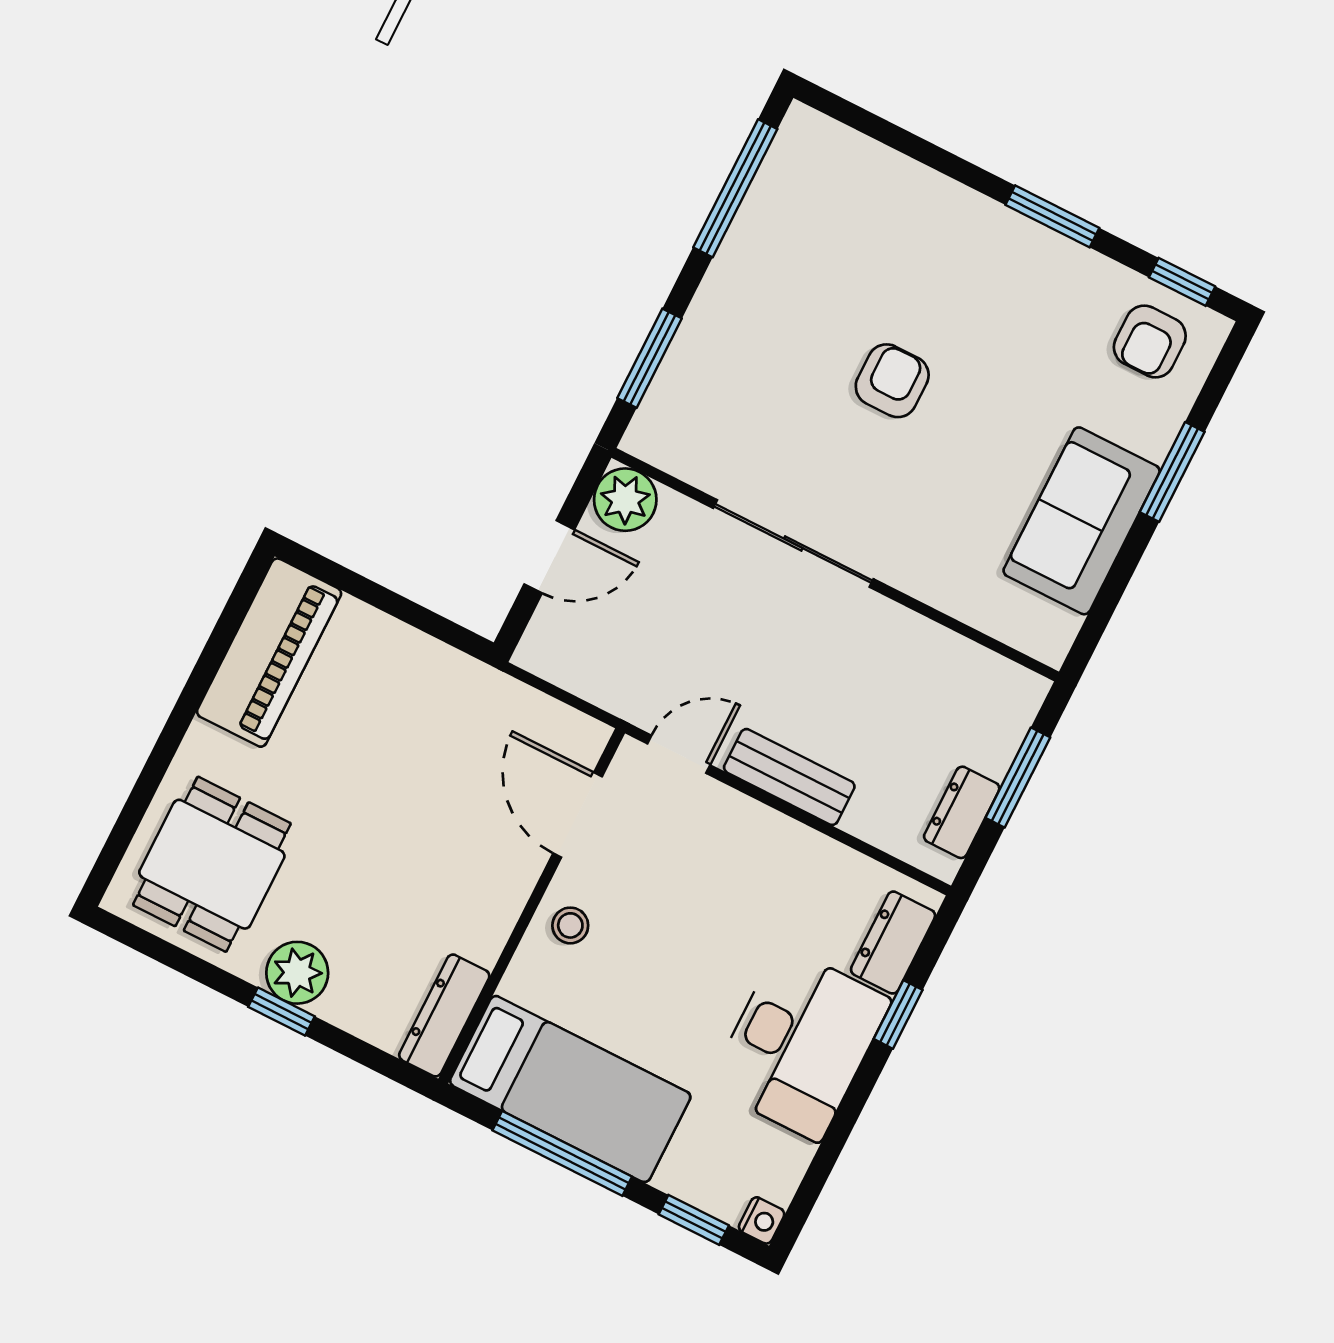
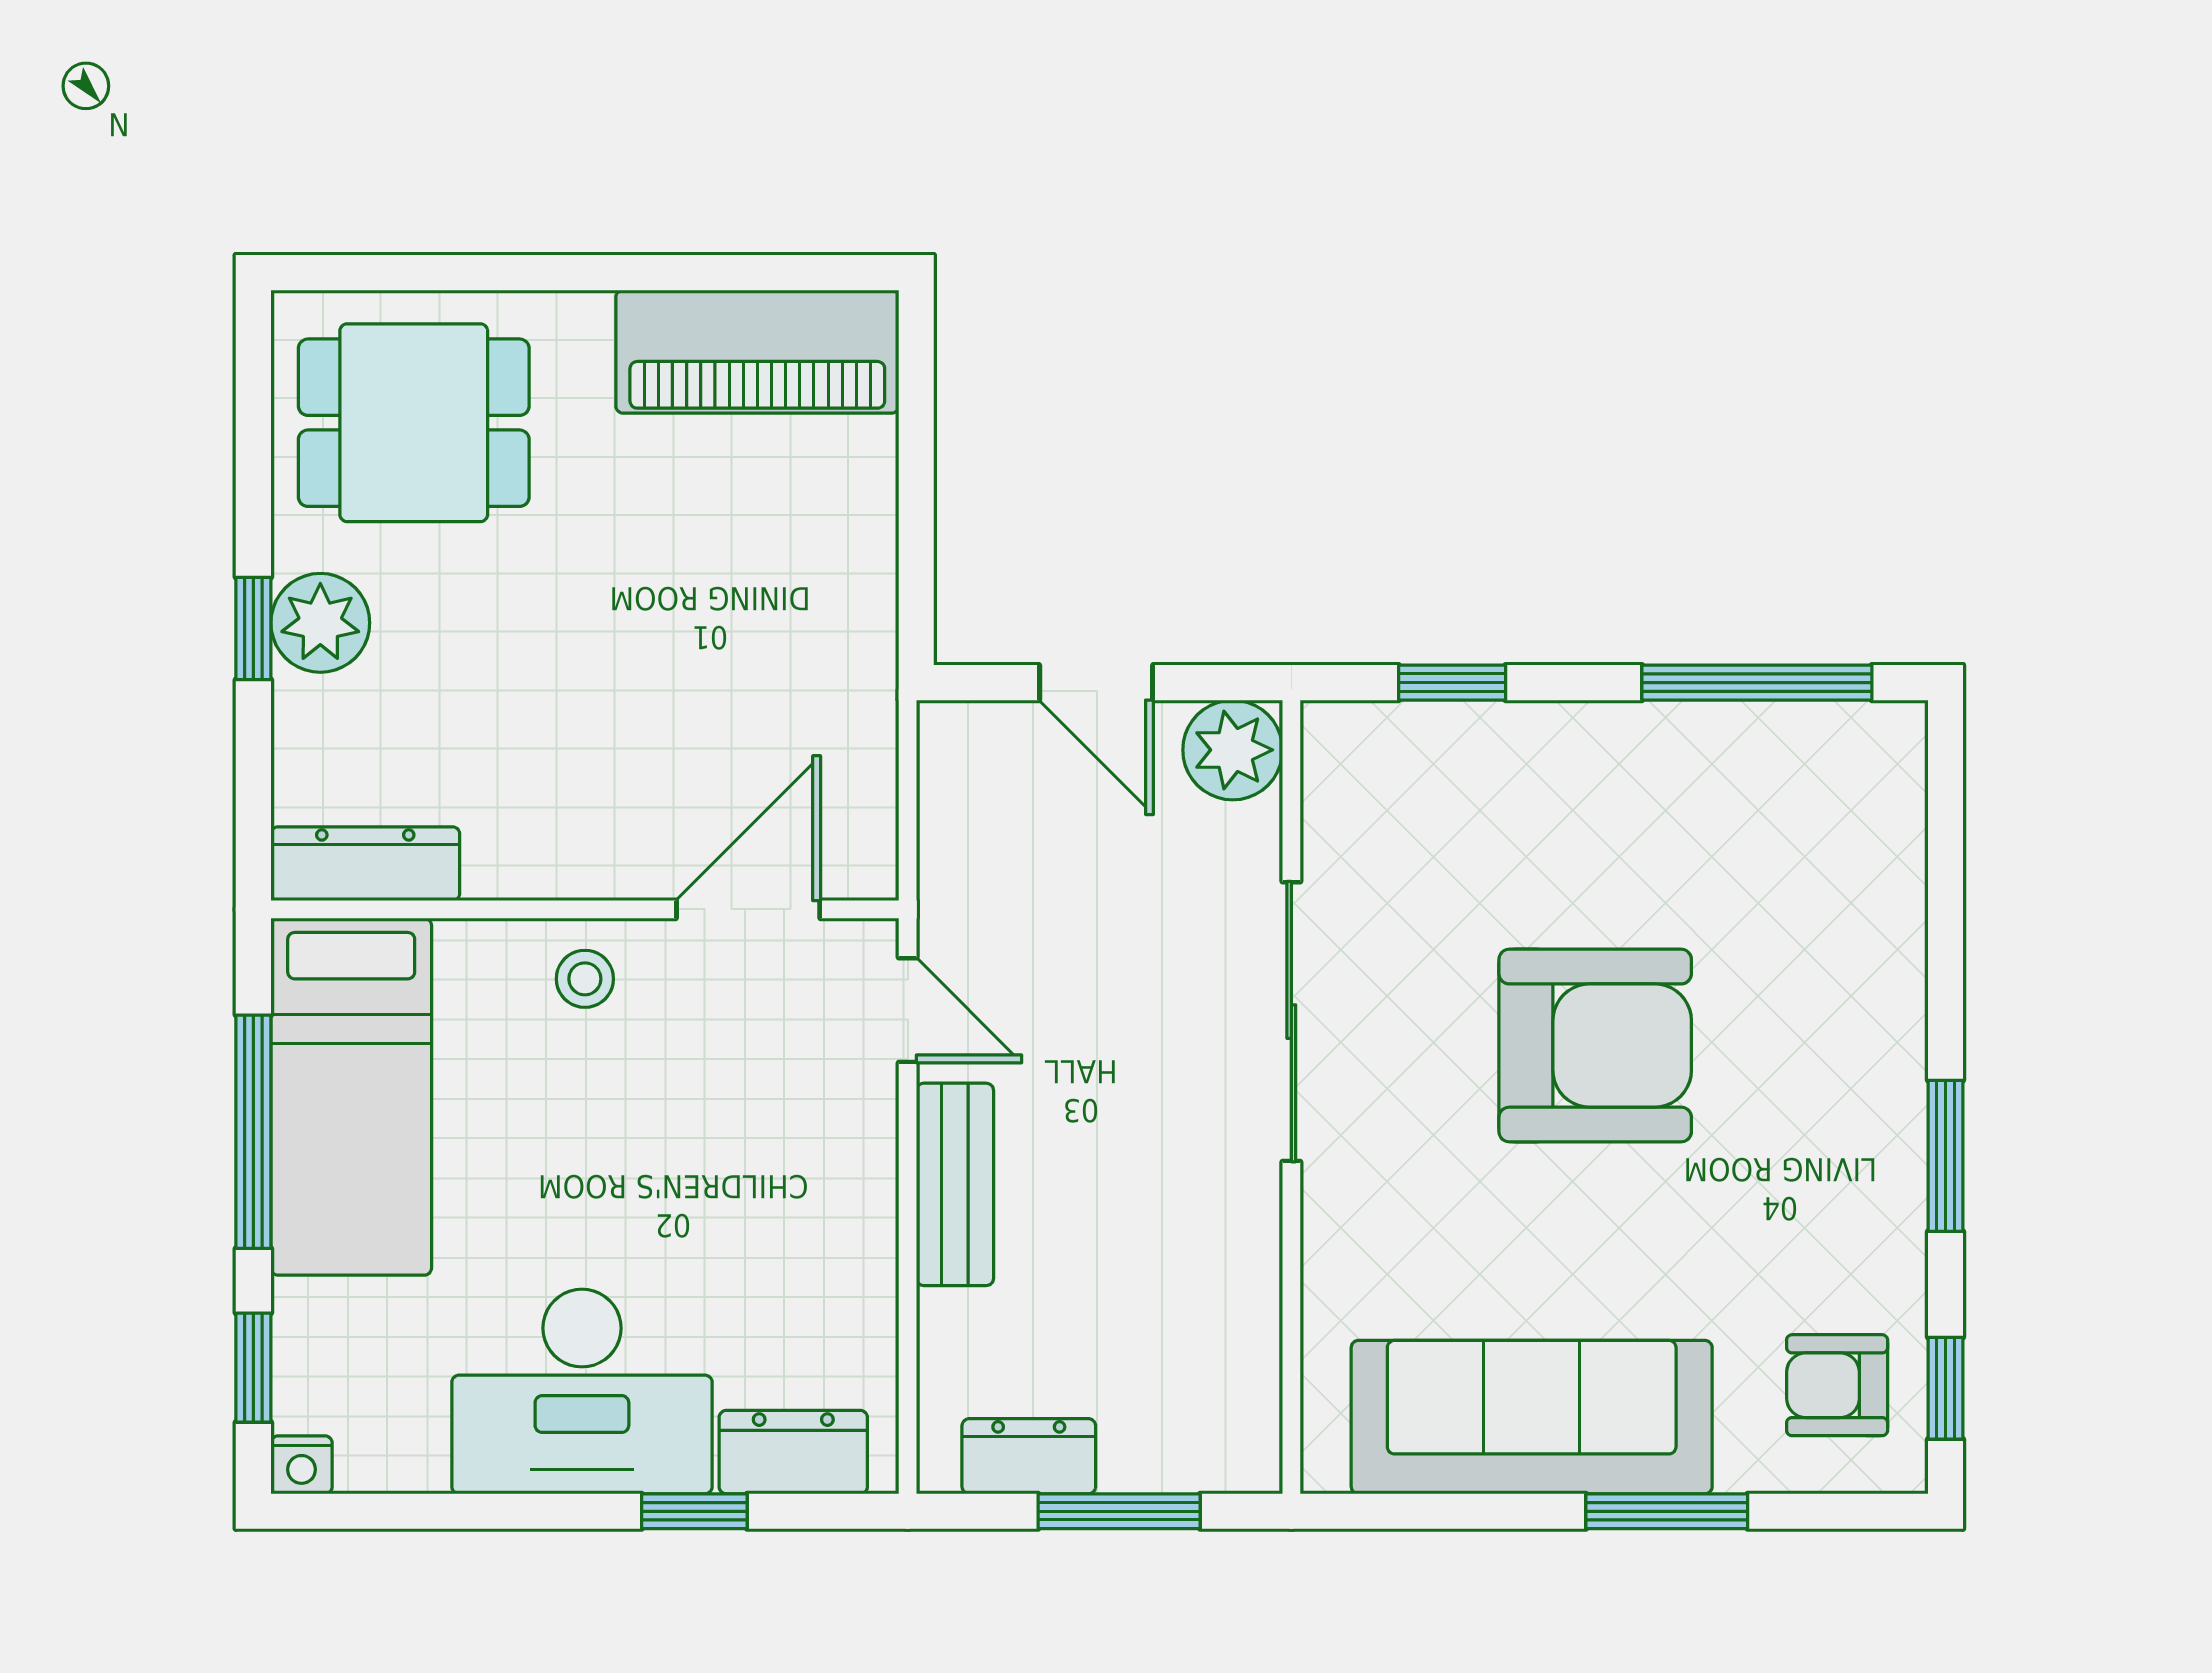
window: (649, 358) -> (1452, 683), width x0.67
armchair: (892, 381) -> (1595, 1046), width x1.88, depth x1.88
sofa: (1082, 521) -> (1532, 1417), width x1.36

